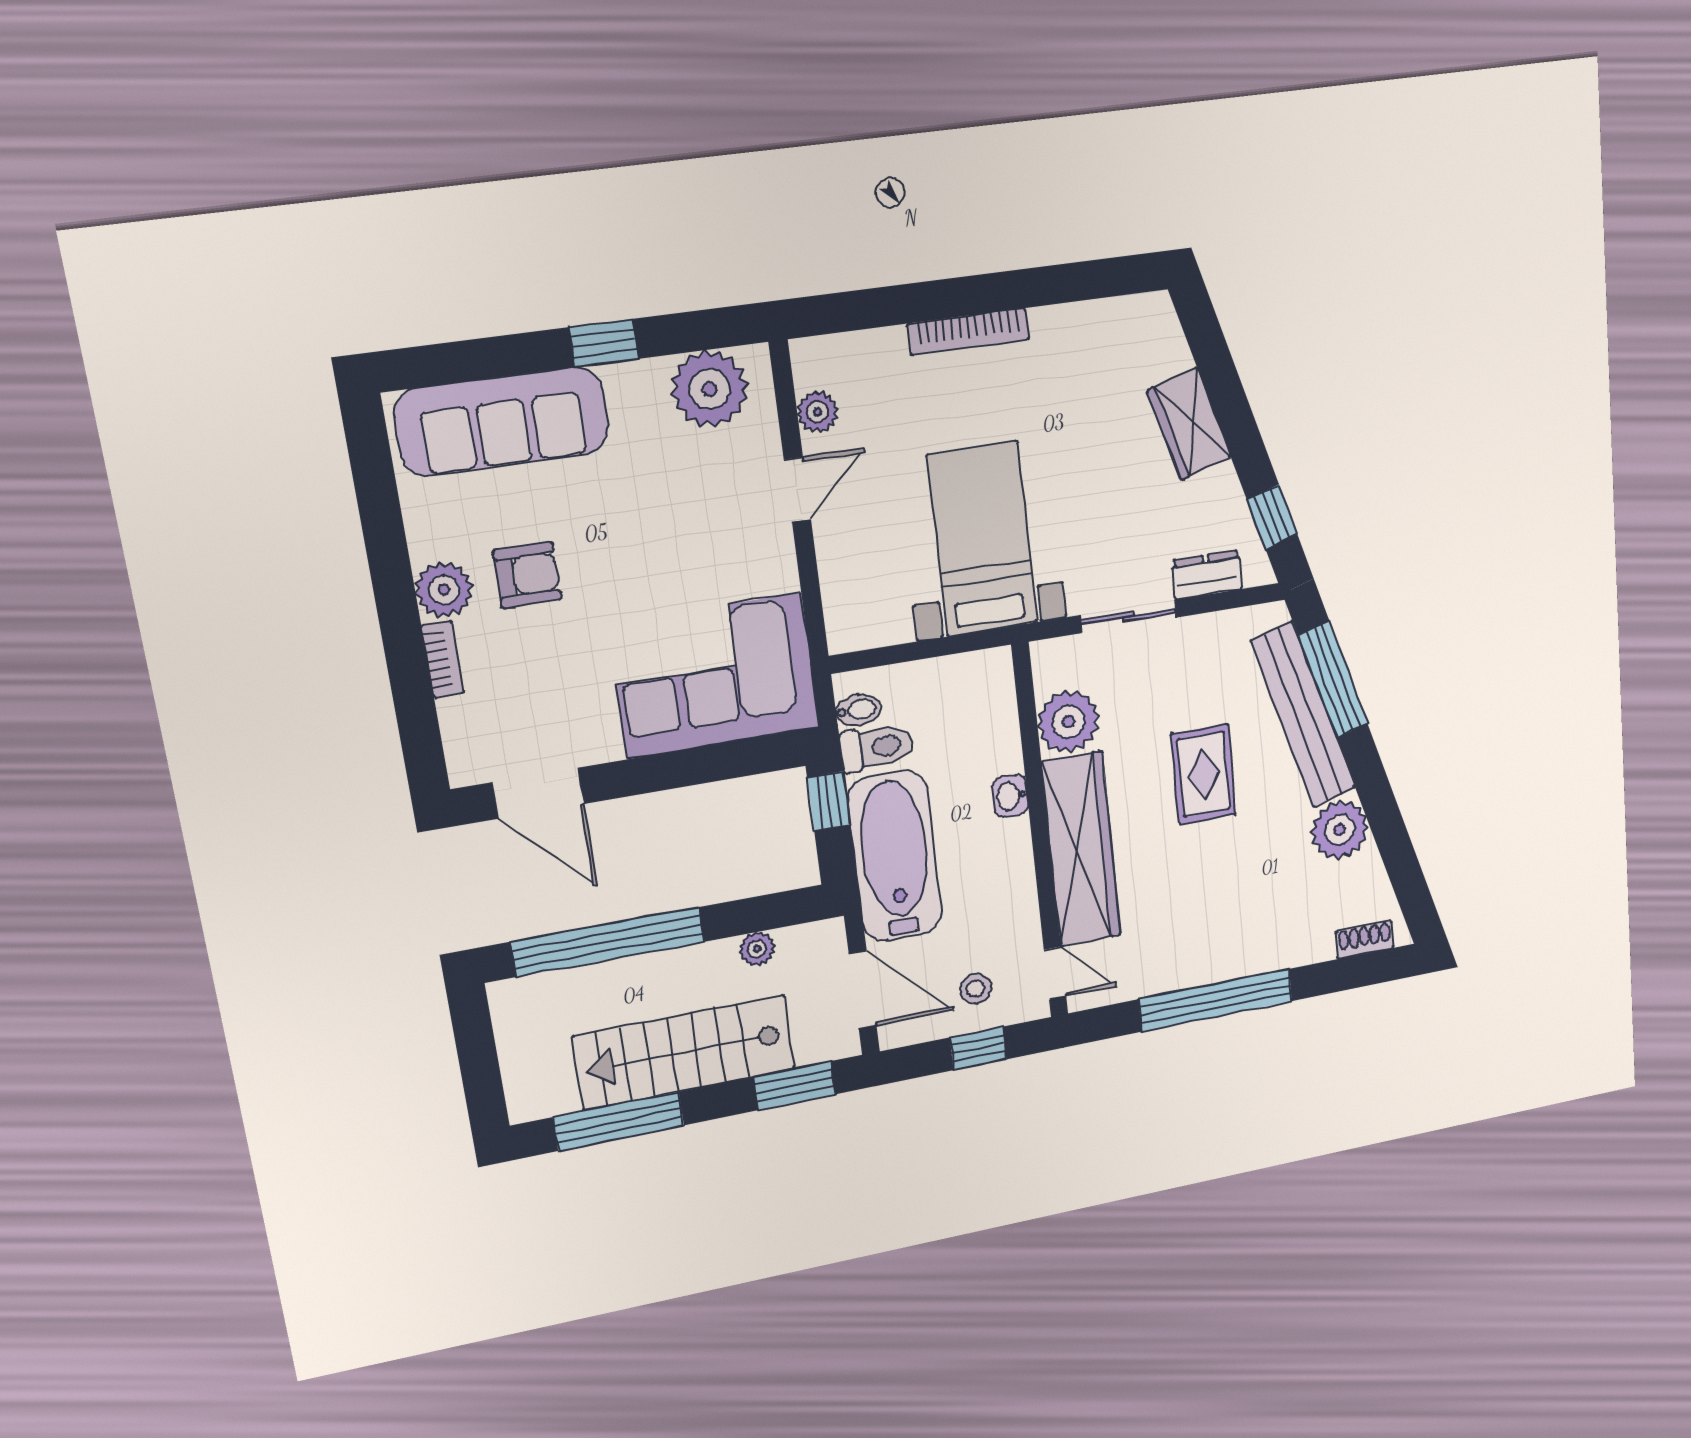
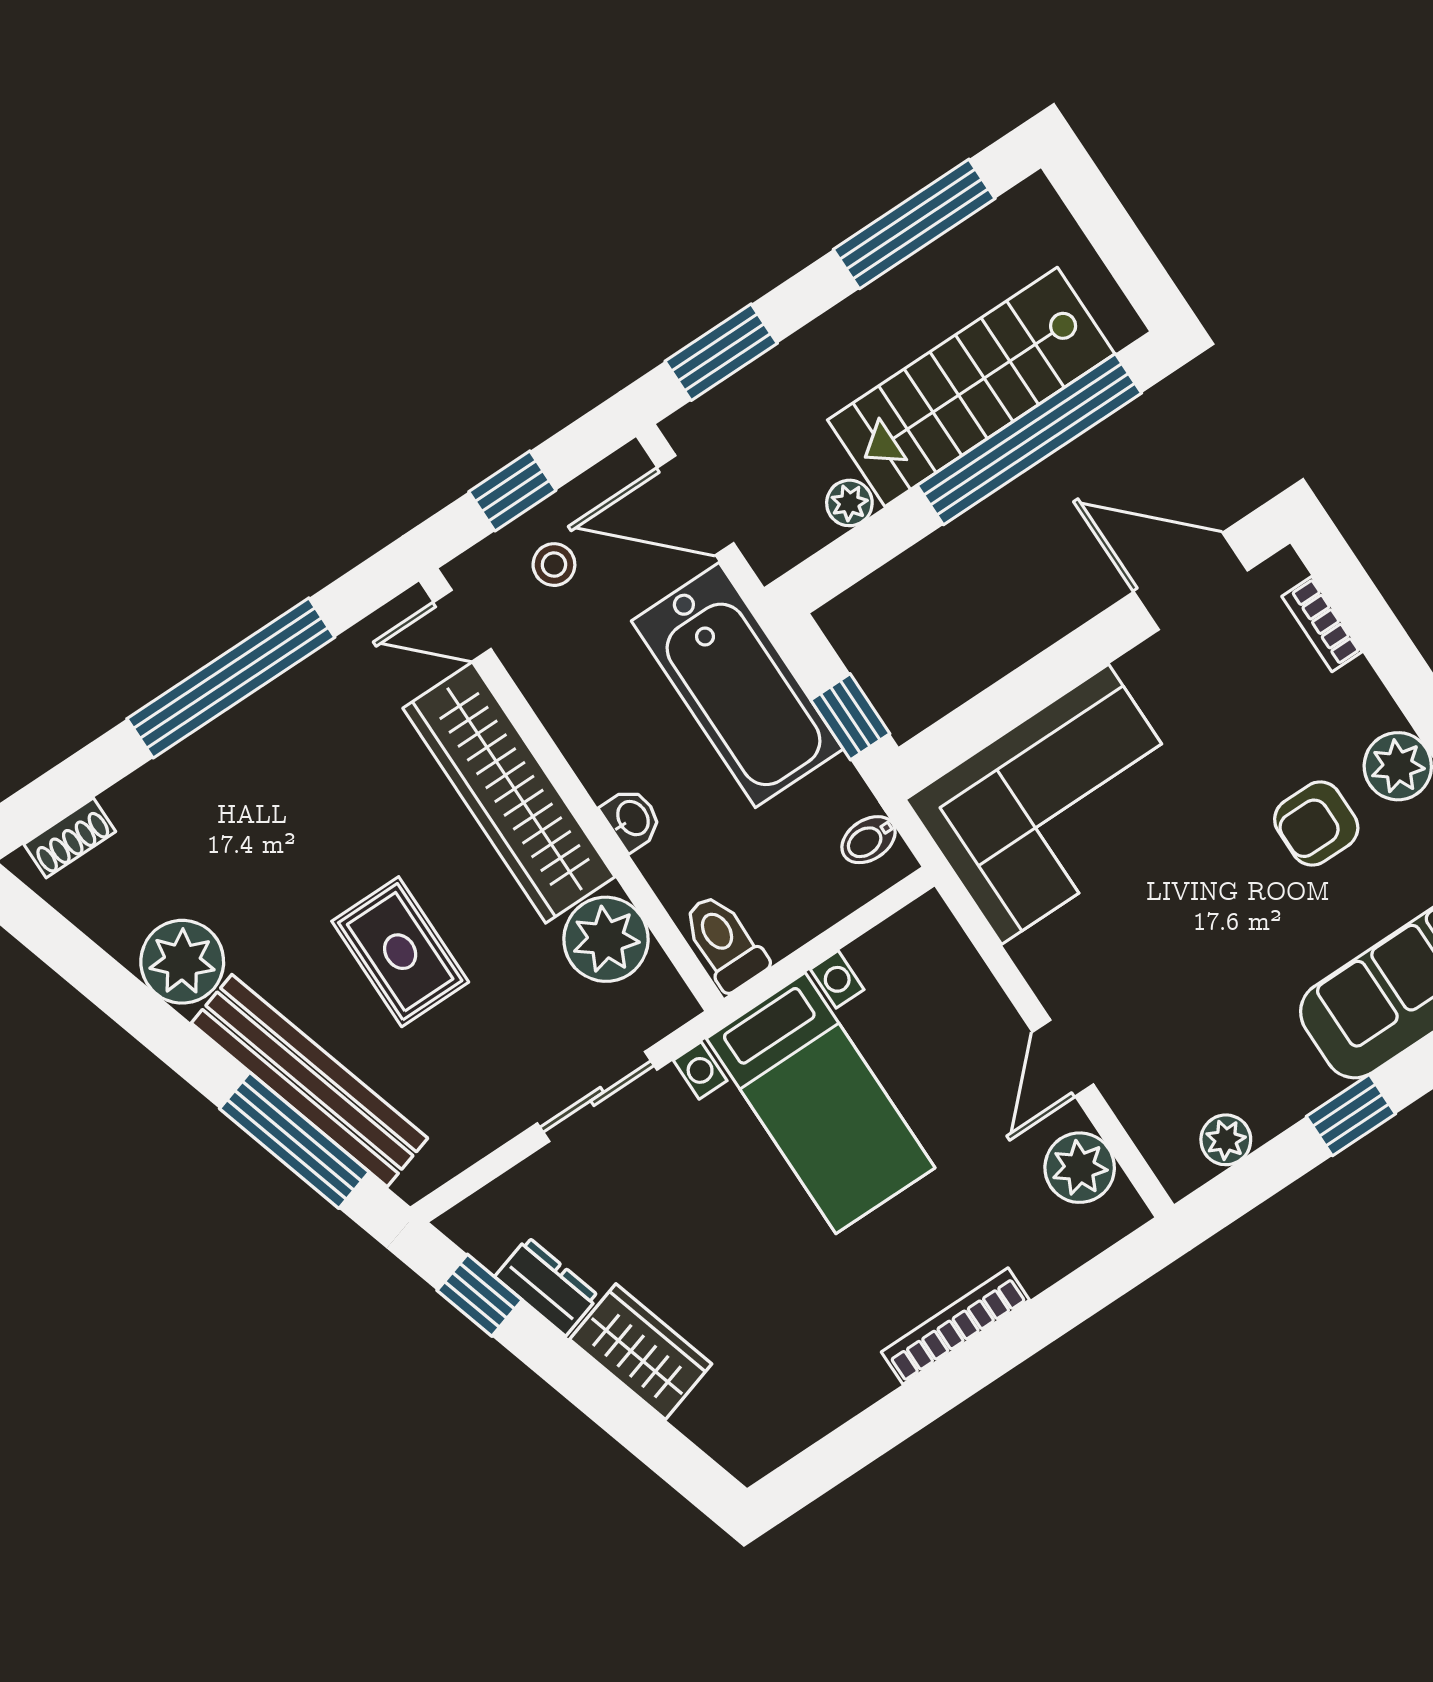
plant: (710, 389) -> (1226, 1140), width x0.53, depth x0.53
plant: (817, 412) -> (1080, 1168), width x1.38, depth x1.38
dresser: (1207, 575) -> (547, 1286), moved, turned -107
bookcase: (443, 659) -> (1322, 624), moved
toilet: (877, 747) -> (724, 942), moved, turned 90
stairs: (684, 1052) -> (971, 387), moved, turned 180

